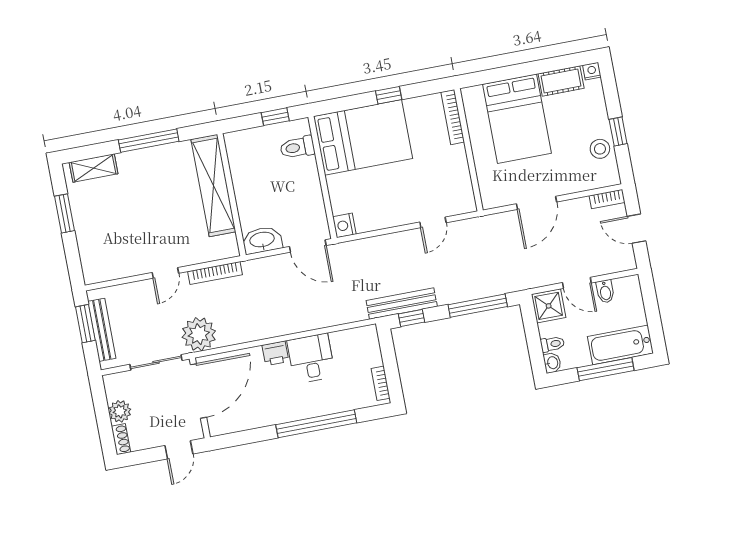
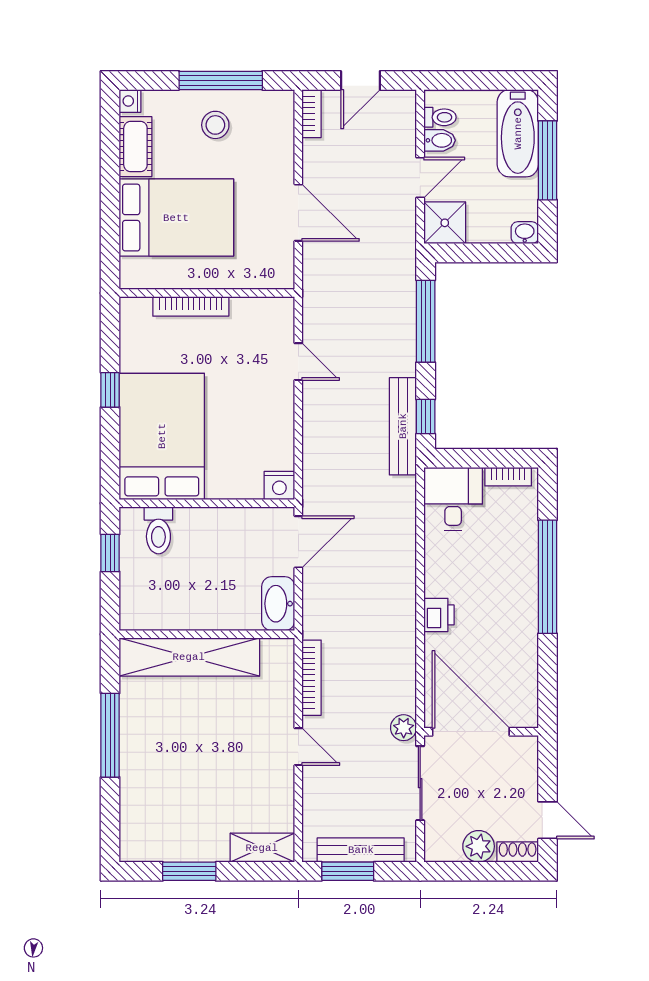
bookcase: (453, 117) -> (191, 306), moved
window: (618, 132) -> (221, 80), width x2.17
stool: (600, 149) -> (215, 125), moved
shelving: (94, 168) -> (262, 848), moved, turned 90
plant: (199, 334) -> (404, 728), width x0.53, depth x0.53
toilet: (552, 344) -> (440, 117), moved, turned 90
desk: (311, 358) -> (453, 499), moved, turned 90
door: (179, 450) -> (547, 820), moved

